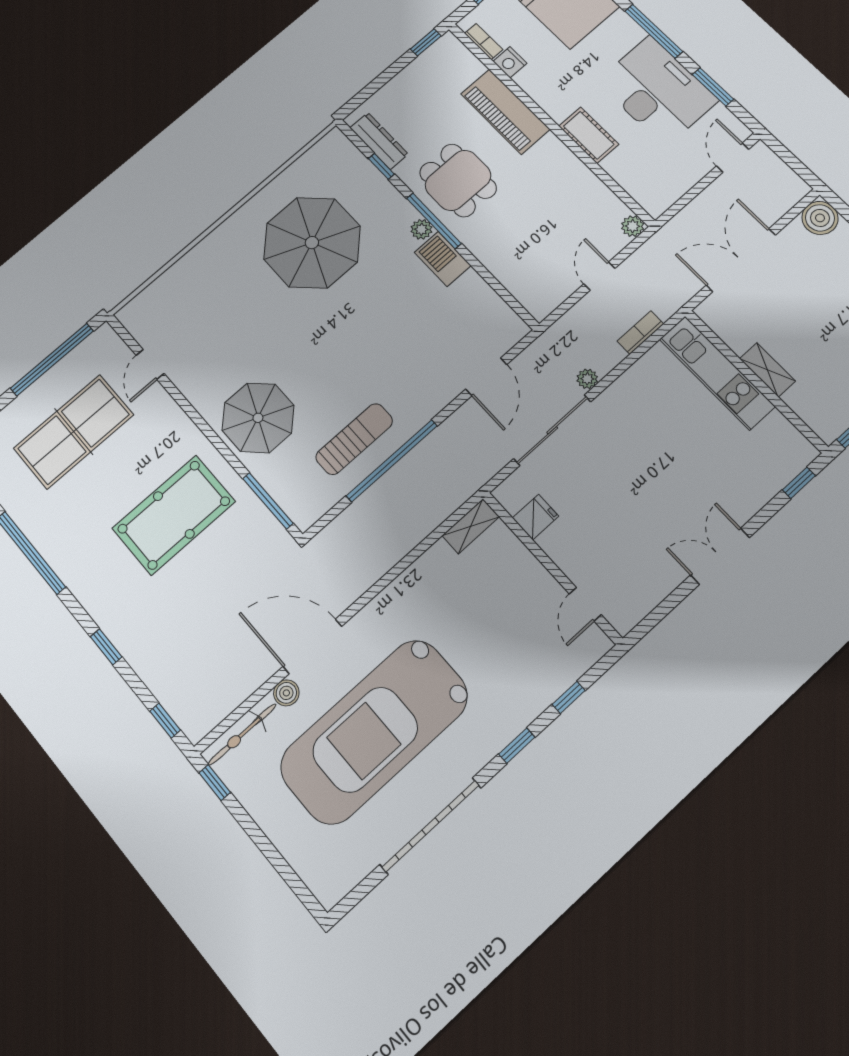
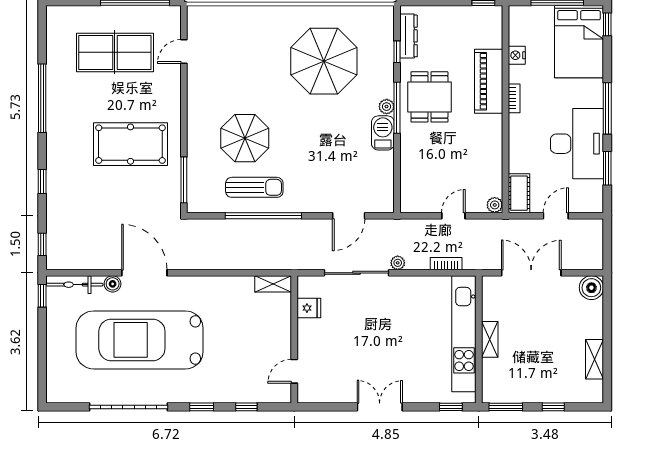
bookcase: (484, 42) -> (514, 98), moved
cot: (589, 135) -> (519, 193), moved
door: (733, 158) -> (556, 216), moved
kitchen unit: (717, 373) -> (464, 334), width x1.36
parasol: (258, 418) -> (245, 138), moved

